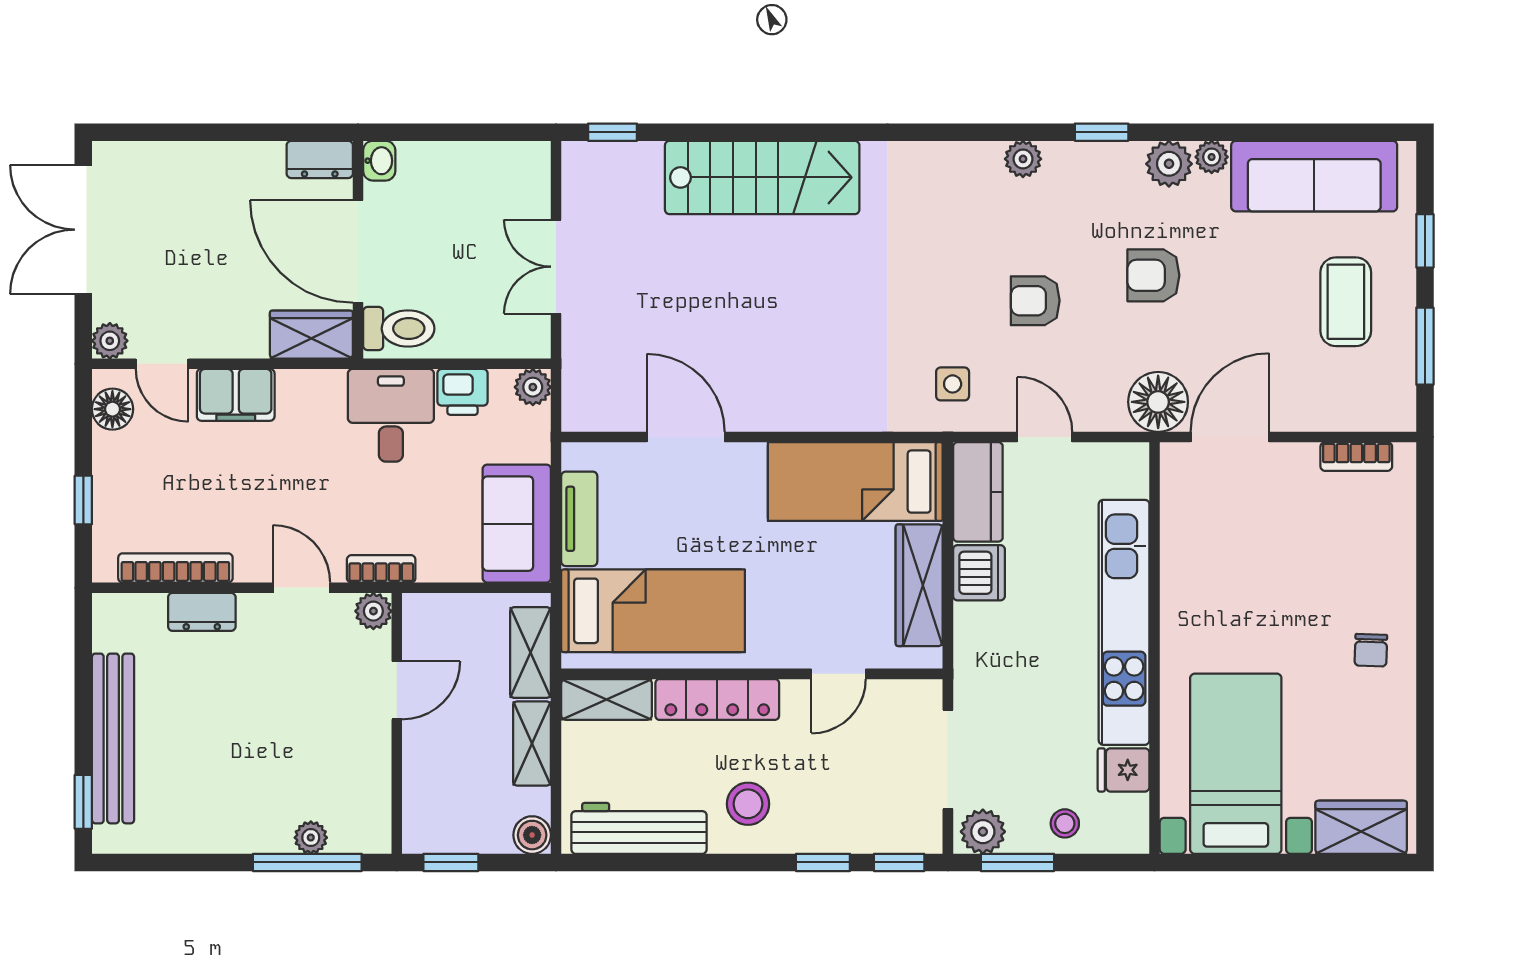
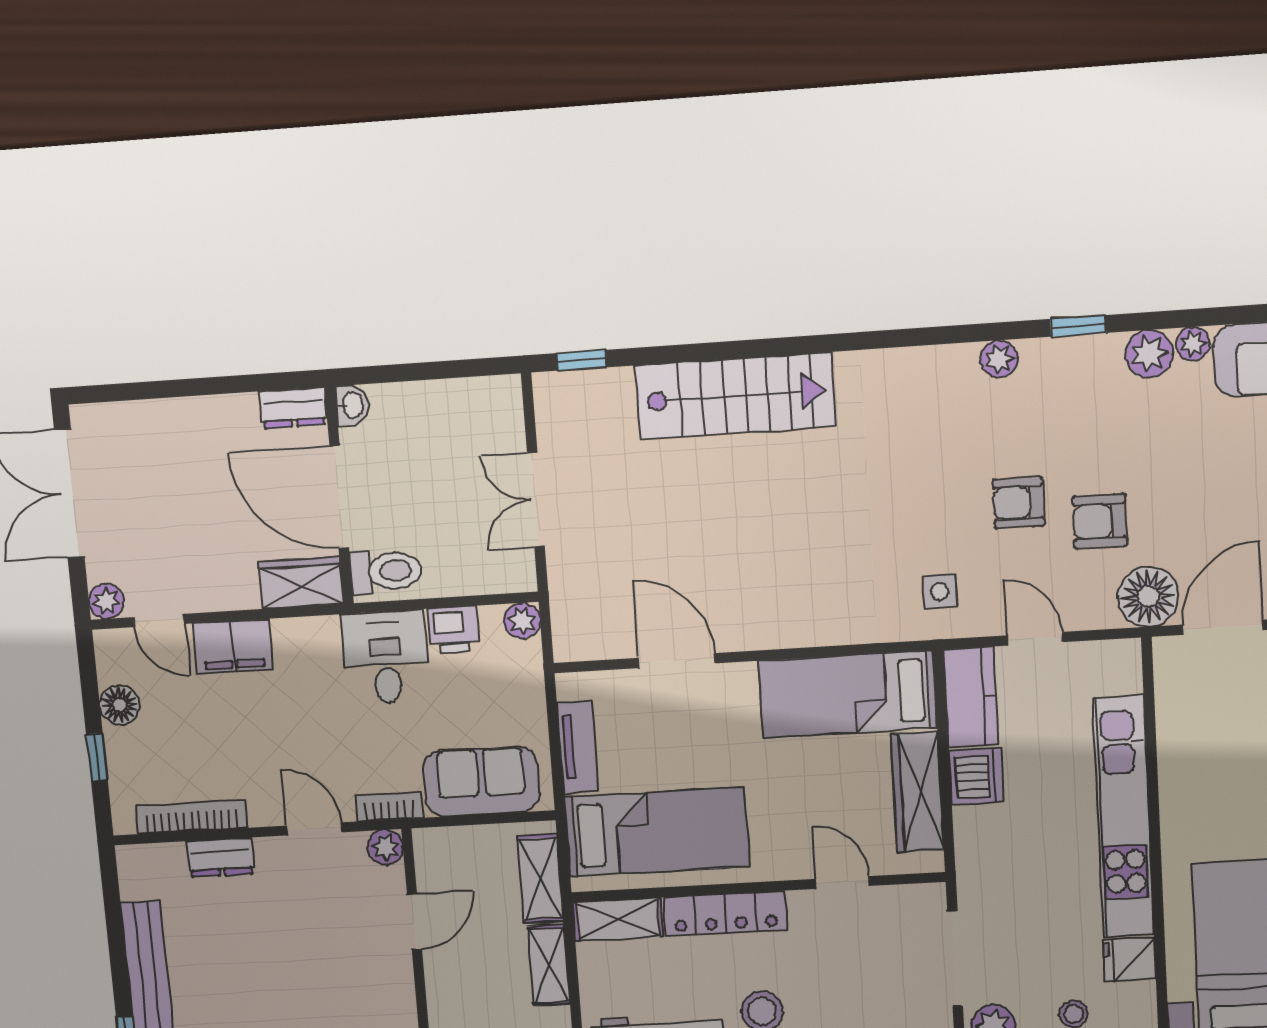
armchair: (1153, 275) -> (1100, 521), moved
floor lamp: (112, 409) -> (120, 705), moved
sofa: (517, 524) -> (481, 781), moved, turned 90
door: (838, 674) -> (843, 882), swing flipped

